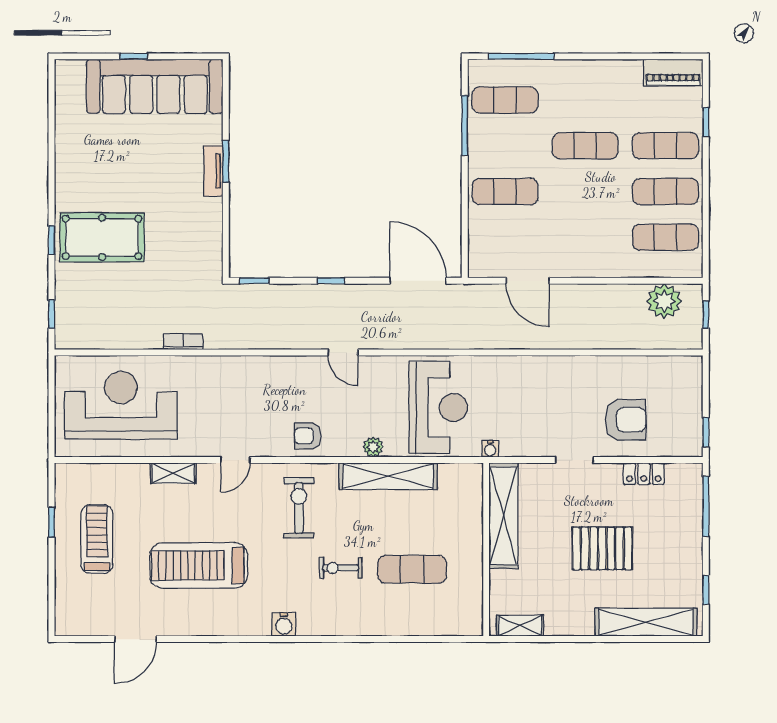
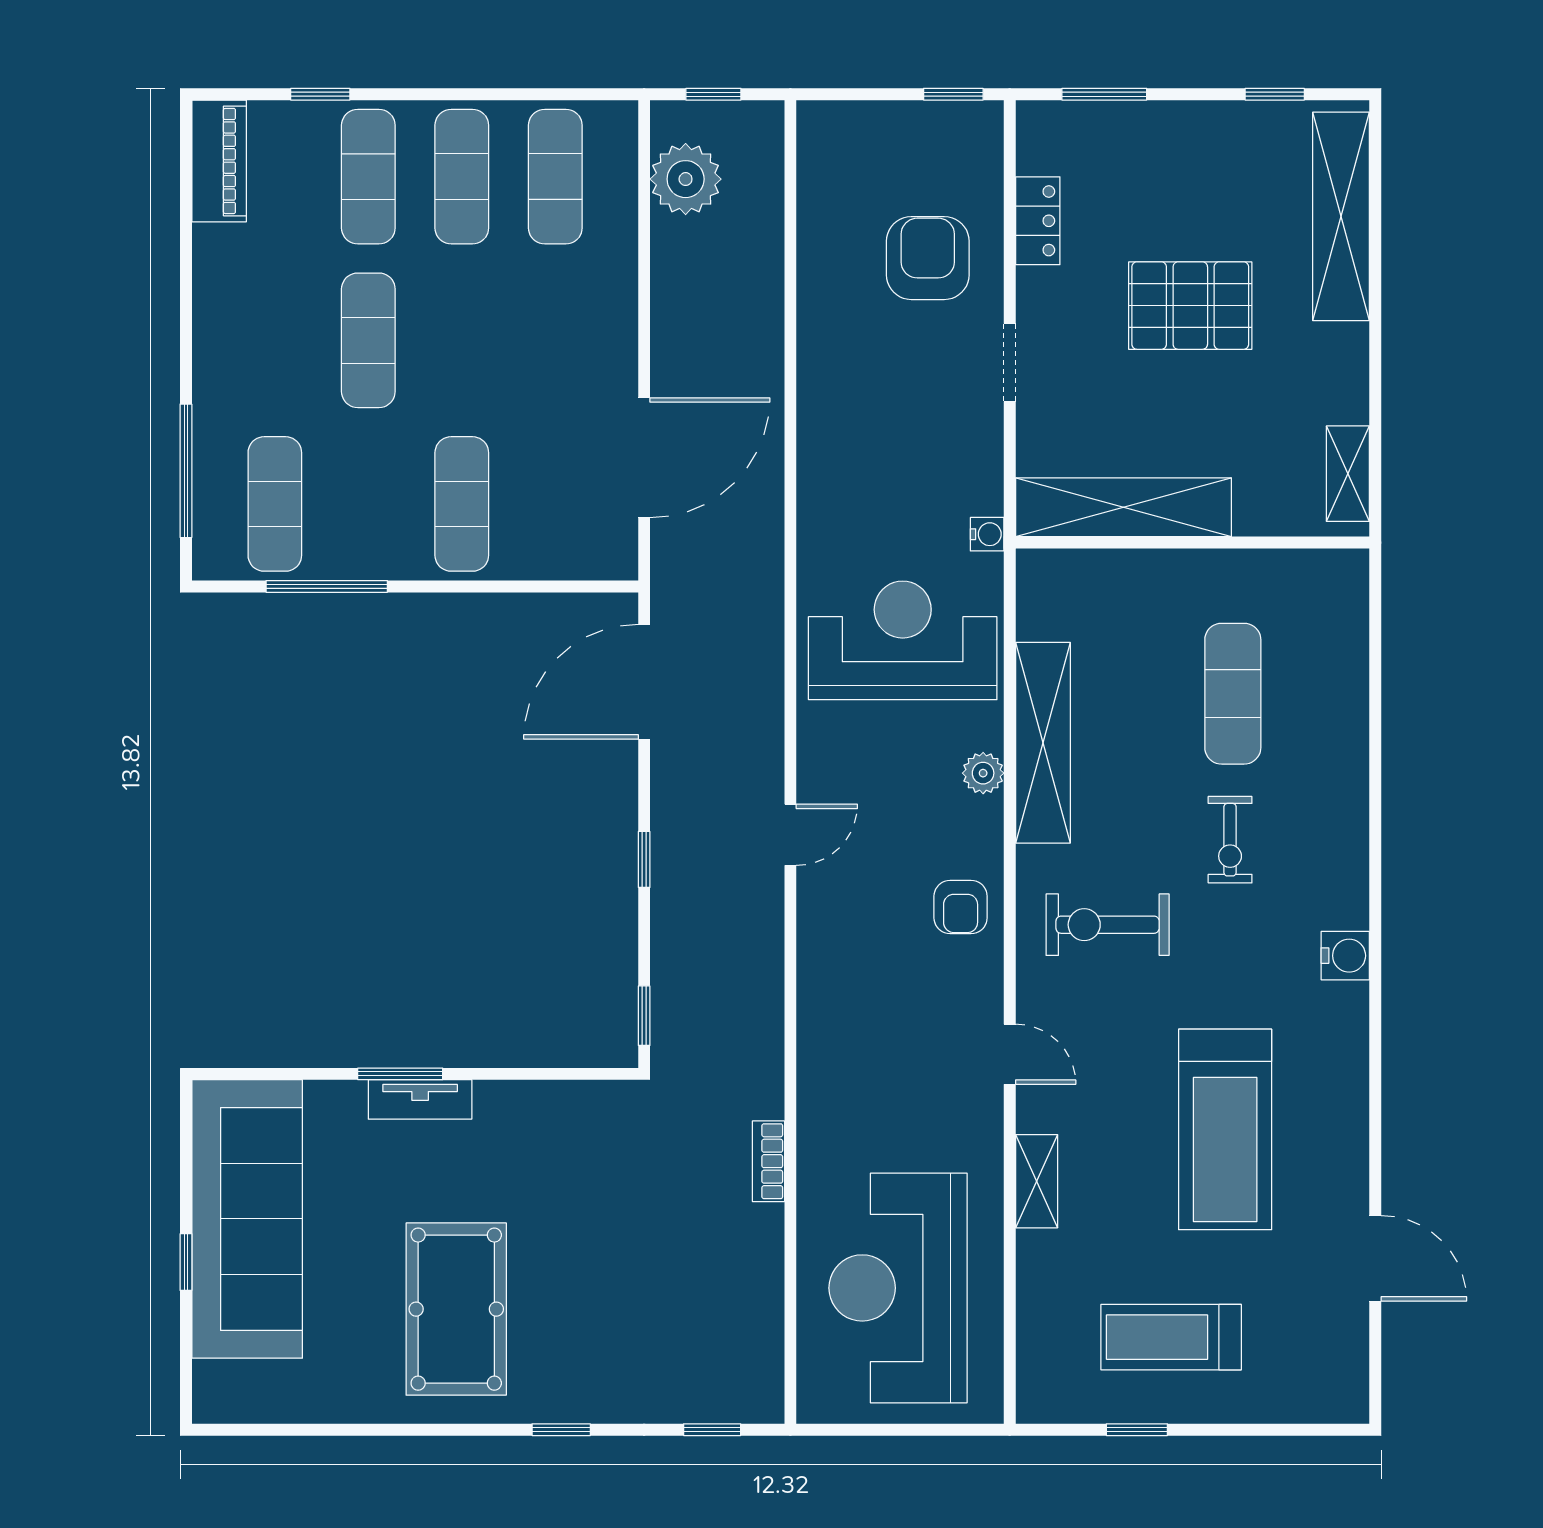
pool table: (102, 237) -> (456, 1309), moved
door: (528, 281) -> (644, 458), width x1.36
window: (706, 506) -> (1104, 94), width x0.69
pallet: (602, 548) -> (1190, 306), turned 90

